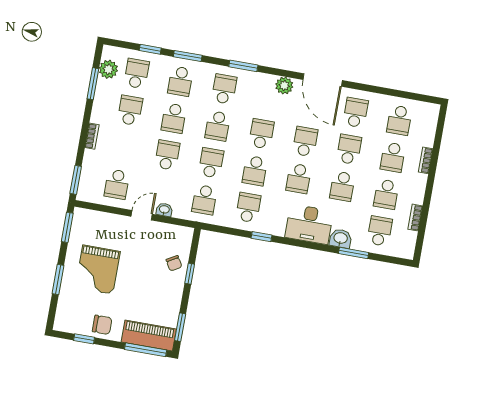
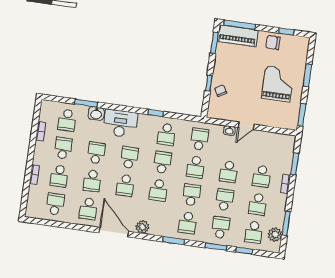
school desk: (393, 157) -> (59, 176), turned 180
window: (76, 180) -> (295, 164), moved
school desk: (117, 184) -> (262, 176), moved, turned 180

